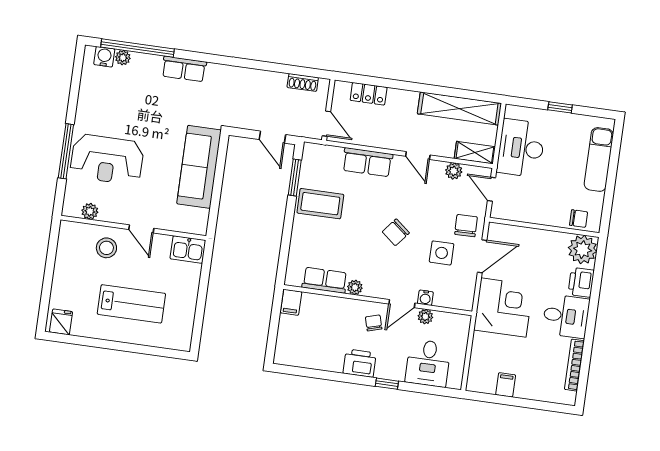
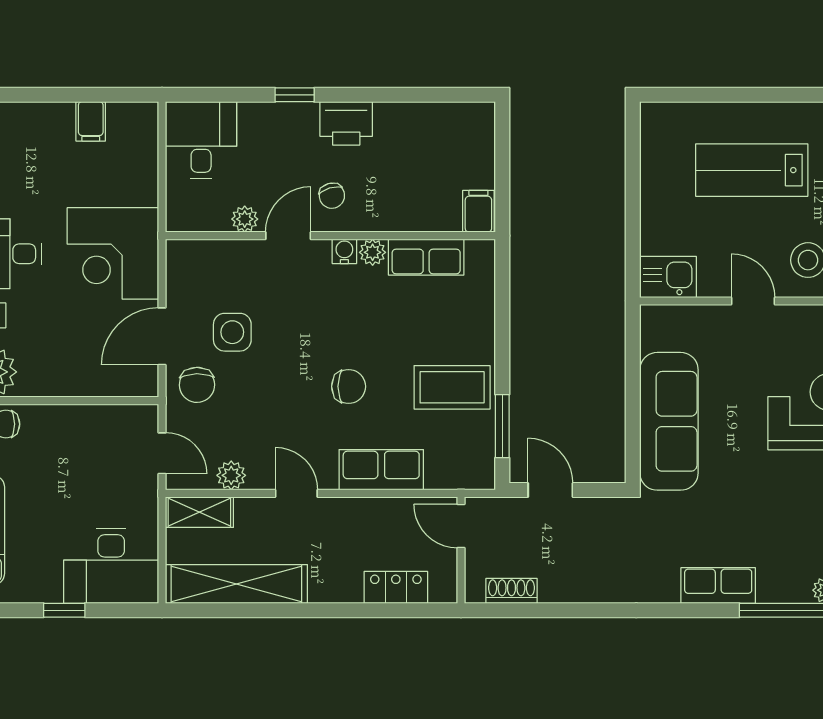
desk: (521, 148) -> (111, 566), moved, turned 90
chair: (396, 232) -> (349, 386), moved, turned 51
water cooler: (425, 298) -> (344, 251), moved
desk: (428, 363) -> (201, 140), moved

